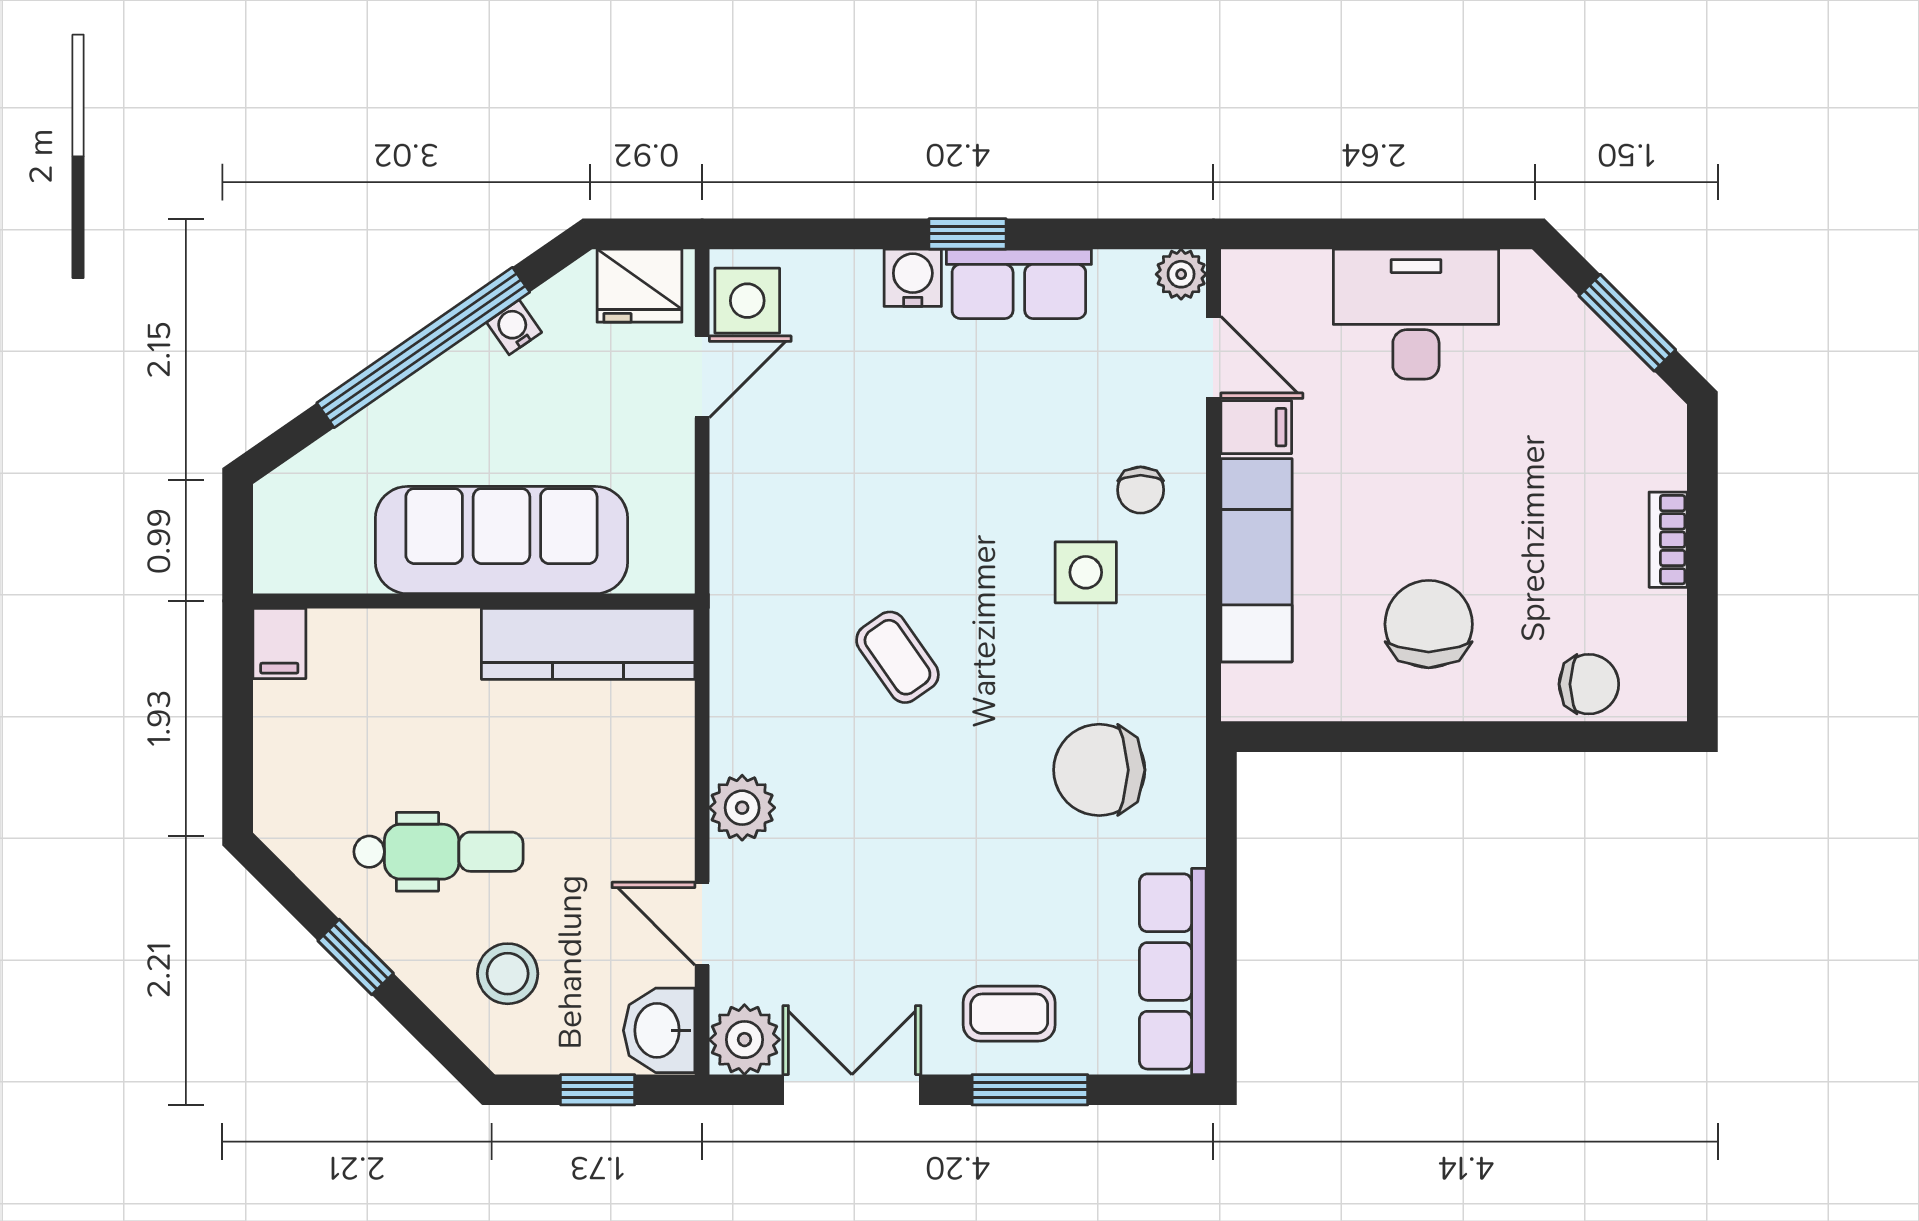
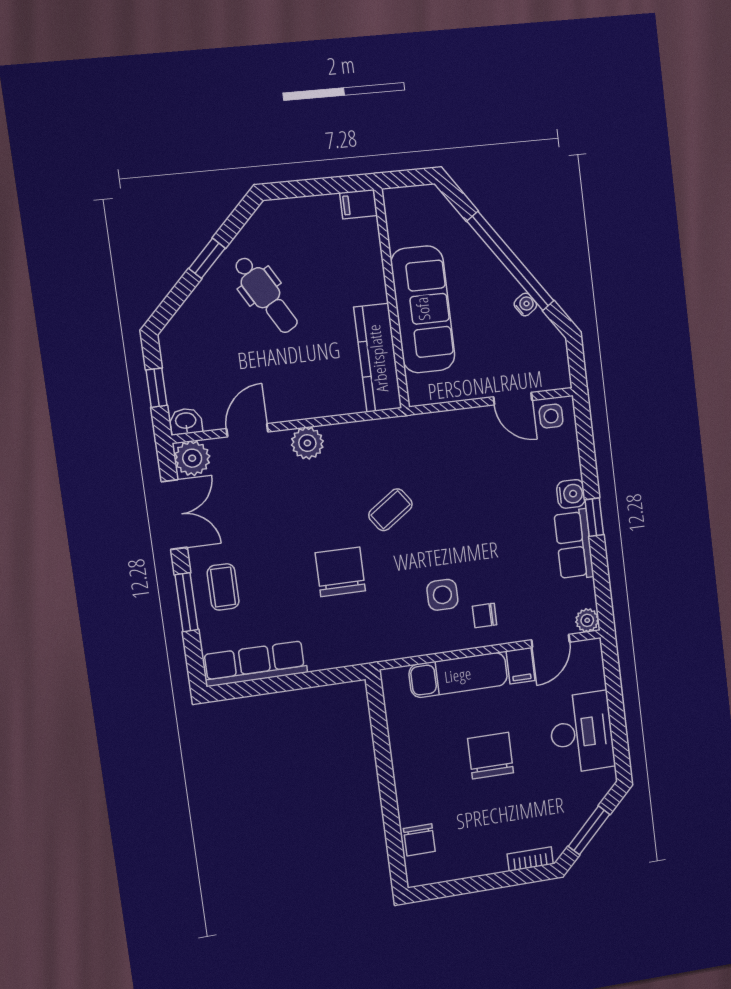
fridge: (639, 286) -> (552, 363), removed
side table: (747, 301) -> (551, 416), width x0.73, depth x0.73
bookcase: (1668, 540) -> (530, 859), moved
chair: (1429, 624) -> (491, 756), moved, turned -90
chair: (1099, 770) -> (340, 572), moved
dental chair: (439, 852) -> (266, 295), turned -30
stool: (508, 974) -> (209, 336), removed
washbasin: (659, 1030) -> (186, 421), width x0.72, depth x0.69

